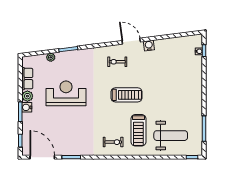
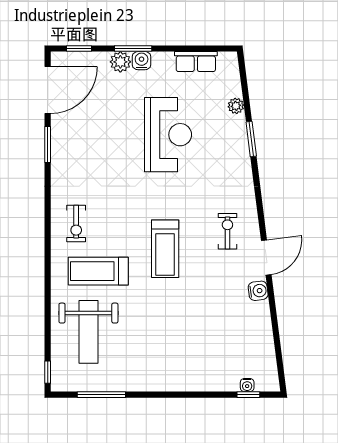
plant: (27, 96) -> (120, 62), moved

